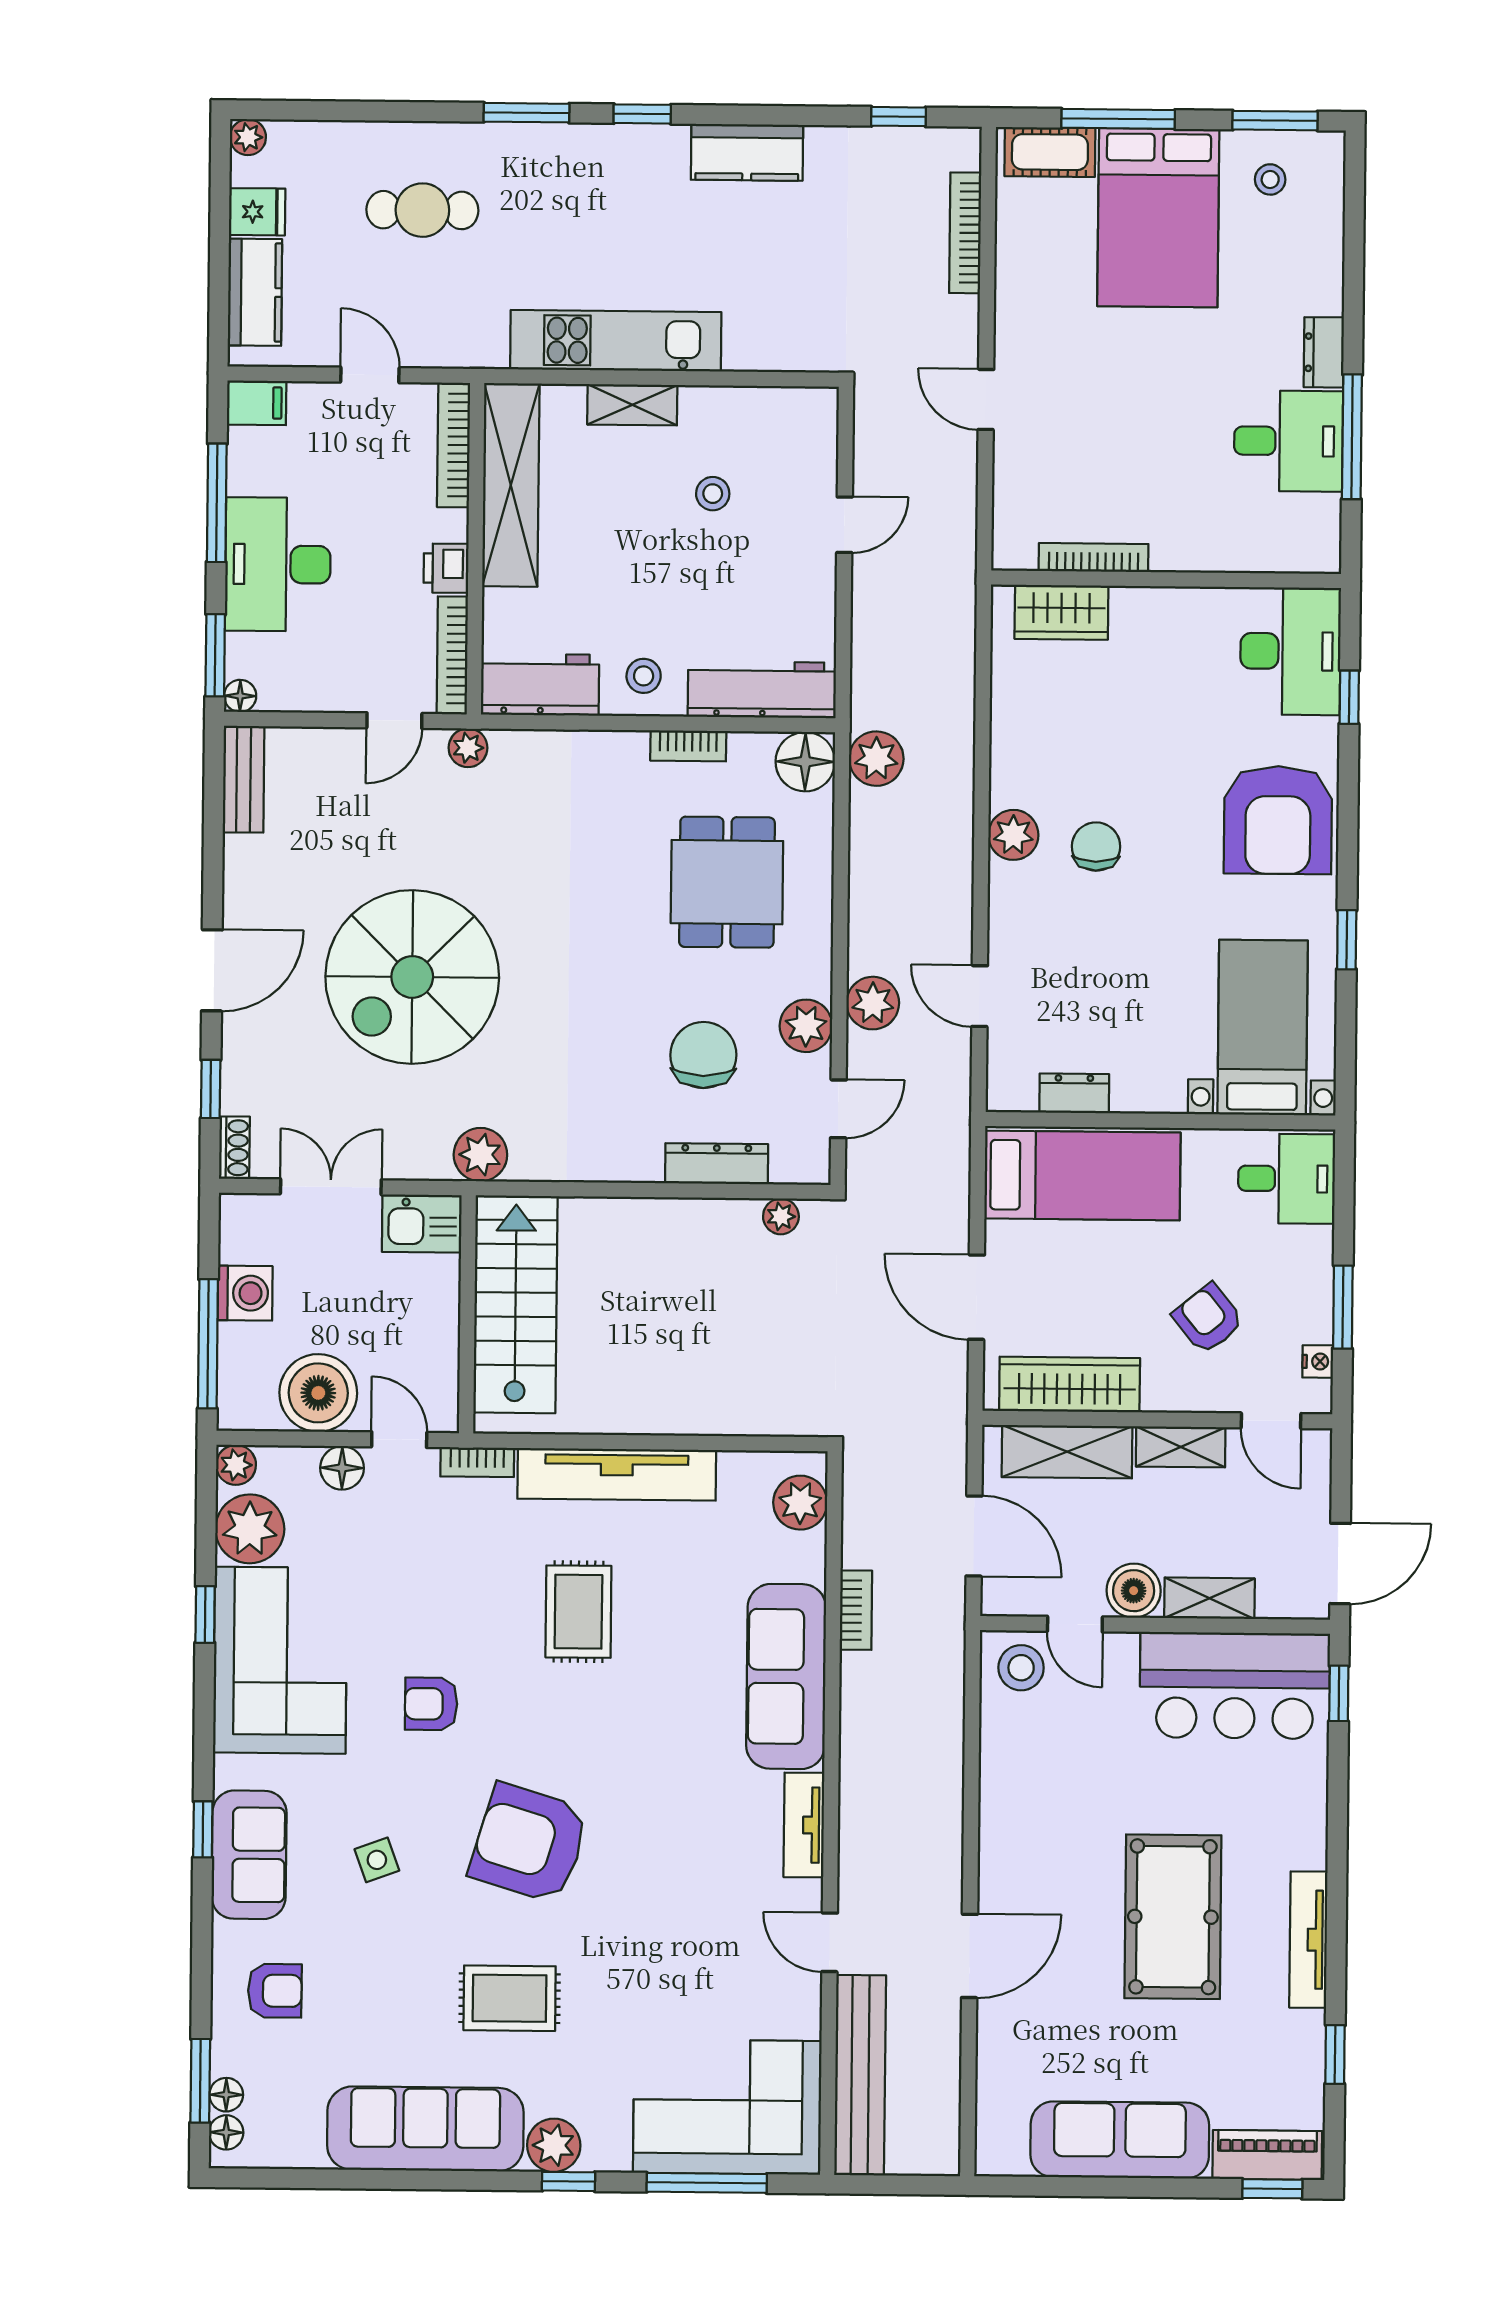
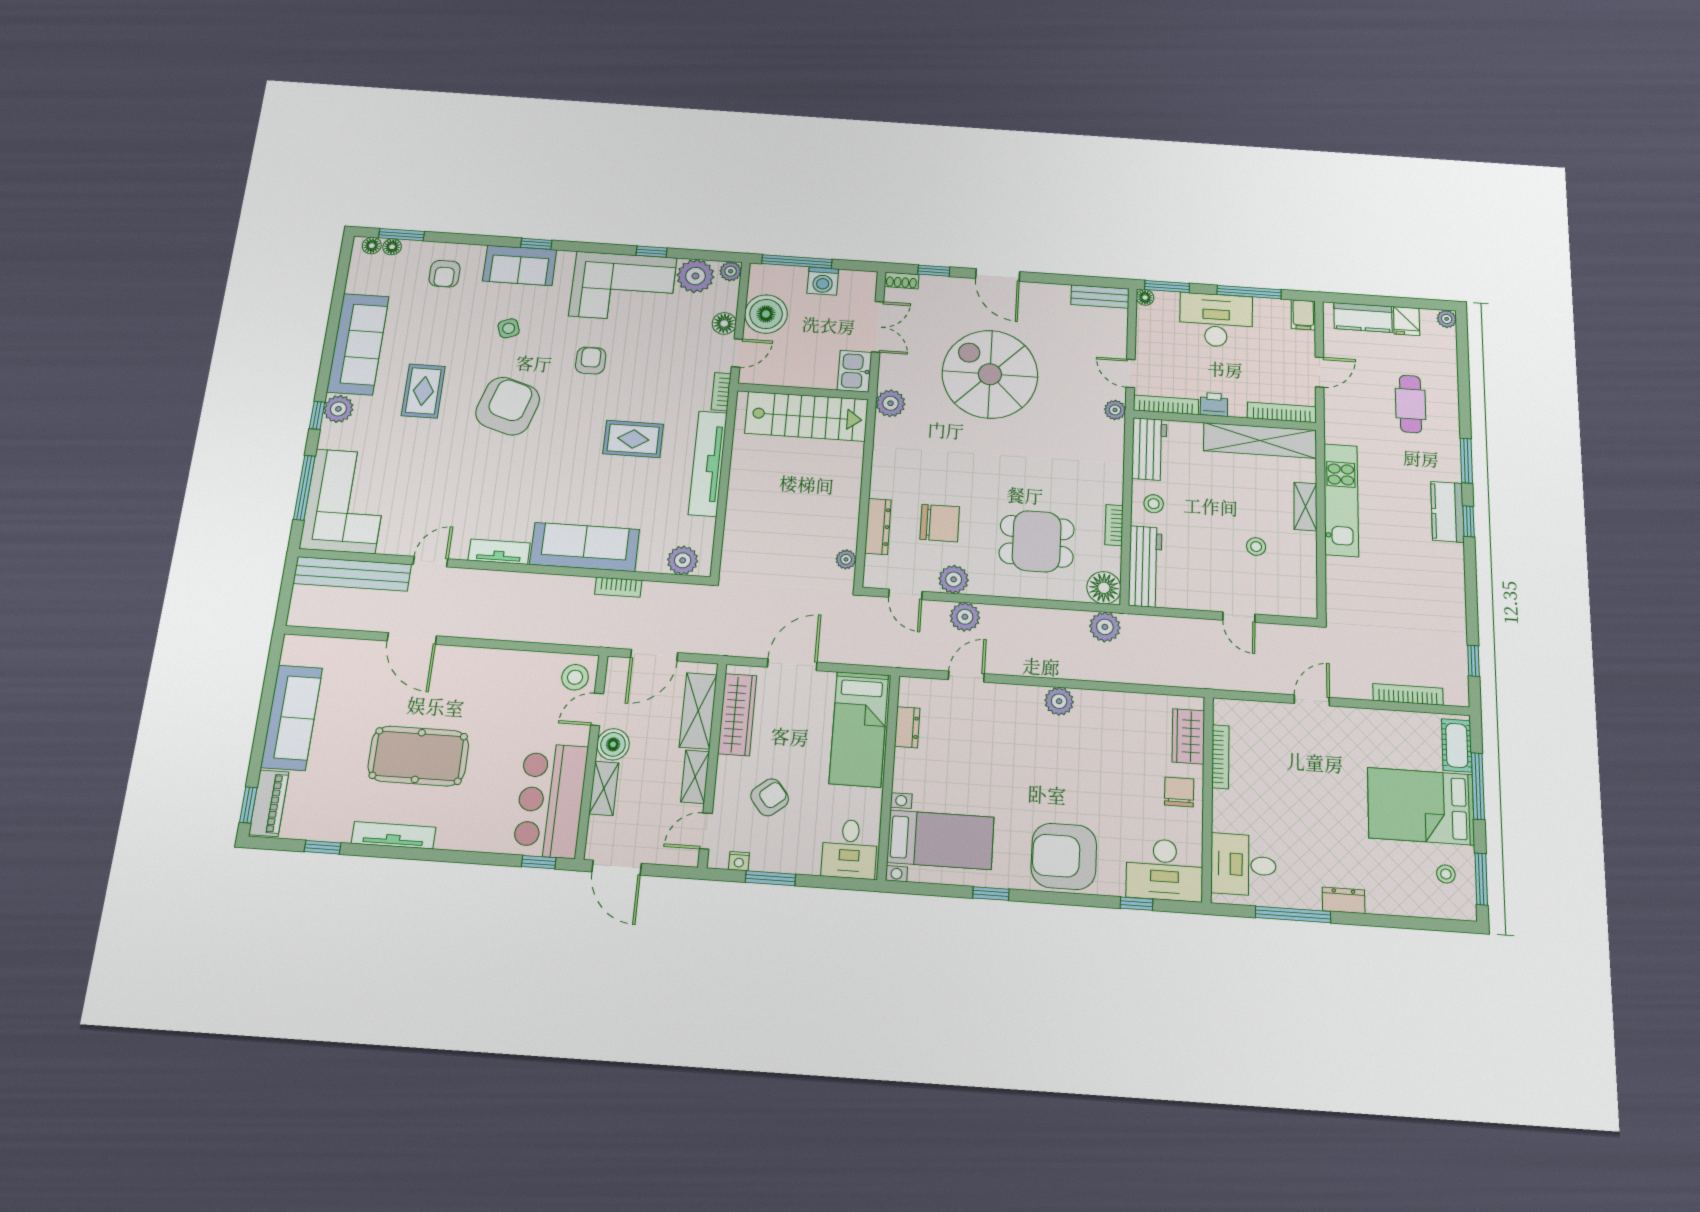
kitchen counter: (747, 152) -> (1447, 512), moved
desk: (1288, 441) -> (1243, 865), moved, turned 90
chair: (1096, 846) -> (1179, 792), moved, turned -90

